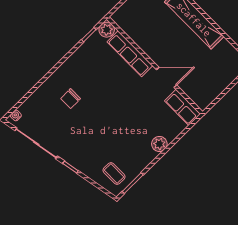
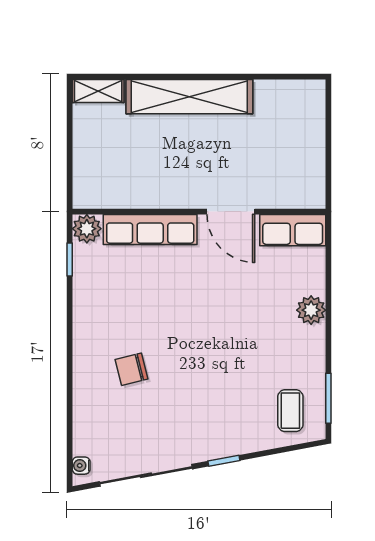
door: (167, 77) -> (231, 212), swing flipped
chair: (71, 99) -> (132, 369), turned 76
coffee table: (114, 174) -> (290, 411), turned 90

